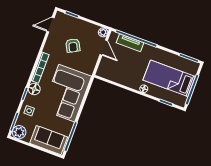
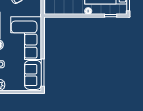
sofa: (49, 140) -> (33, 75), moved, turned -90

